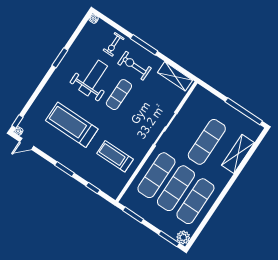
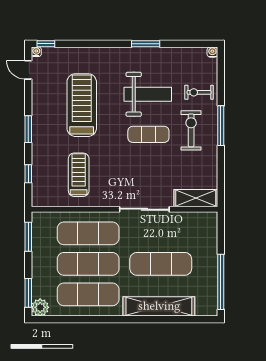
shelving: (175, 76) -> (196, 198), moved, turned 90
shelving: (238, 154) -> (159, 306), width x1.47

